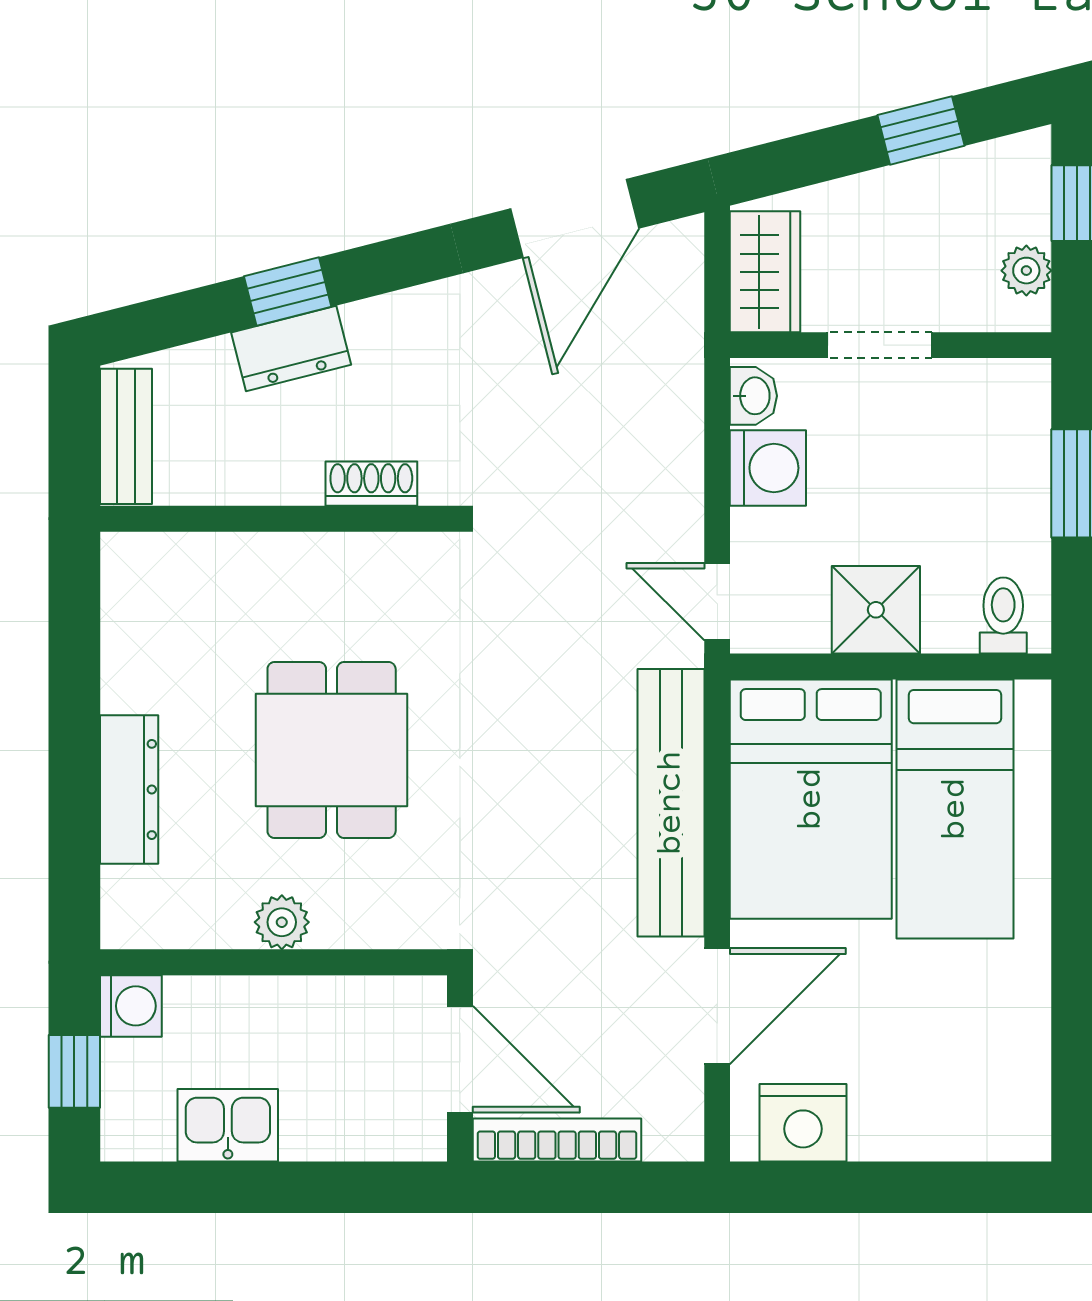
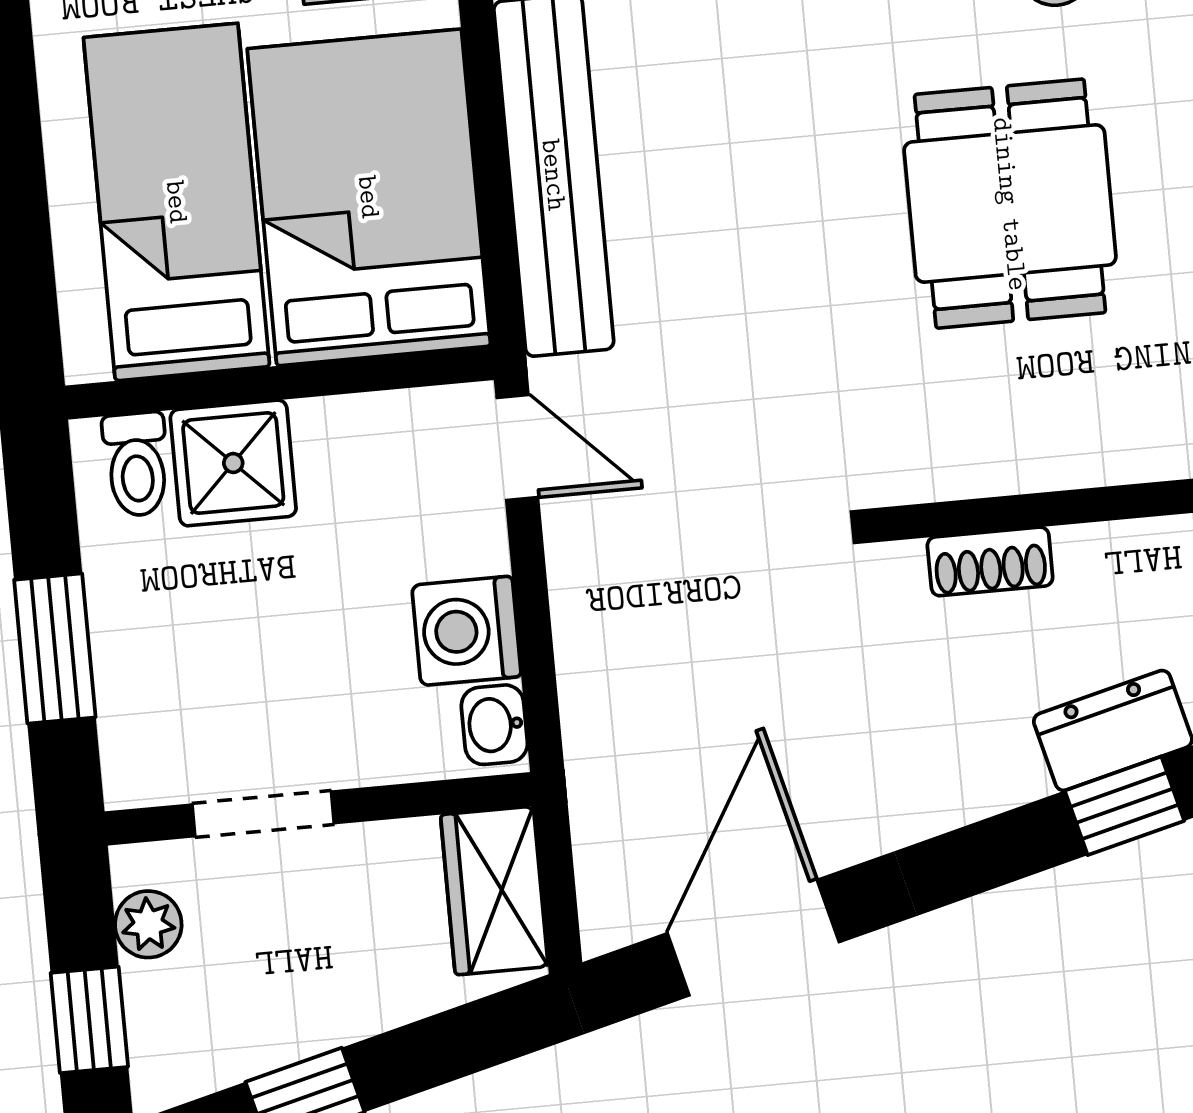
doorway: (880, 345) -> (263, 814), moved
shower: (876, 610) -> (233, 463), moved

